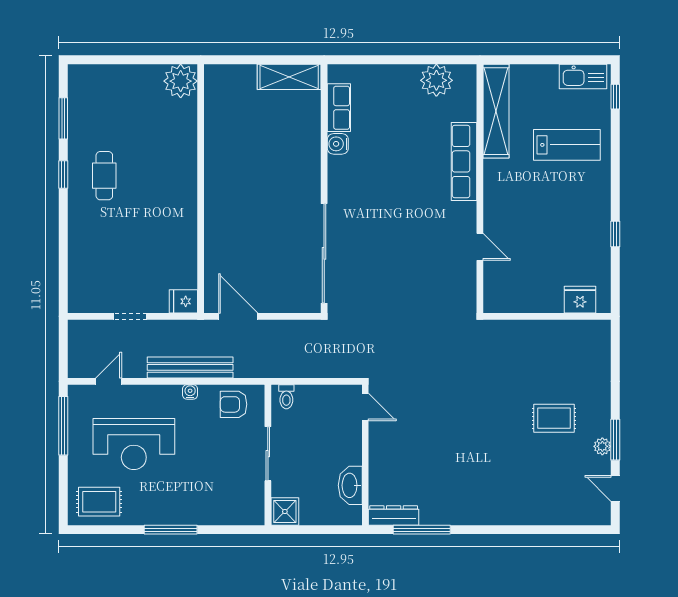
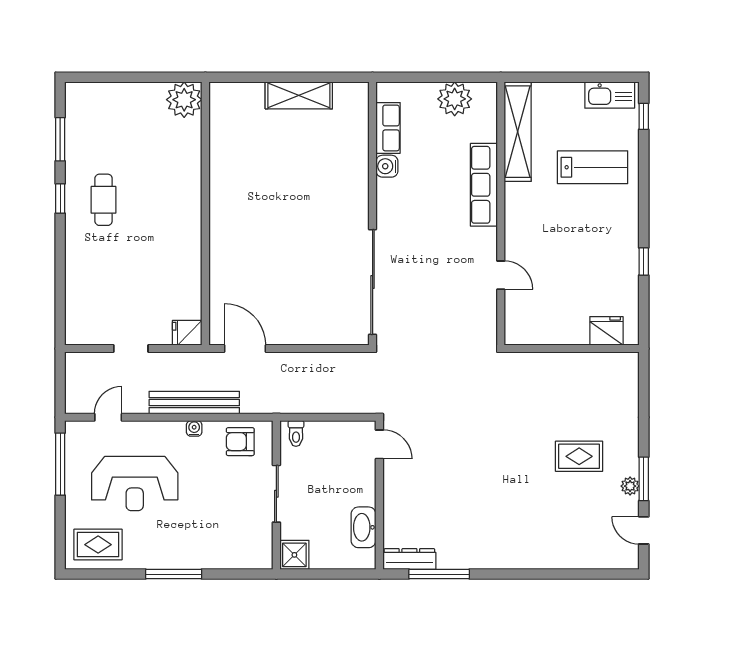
row of seats: (339, 108) -> (388, 128), moved
water cooler: (338, 144) -> (387, 166), moved
wall: (324, 189) -> (373, 214), moved
sliding door: (324, 253) -> (373, 282), moved

